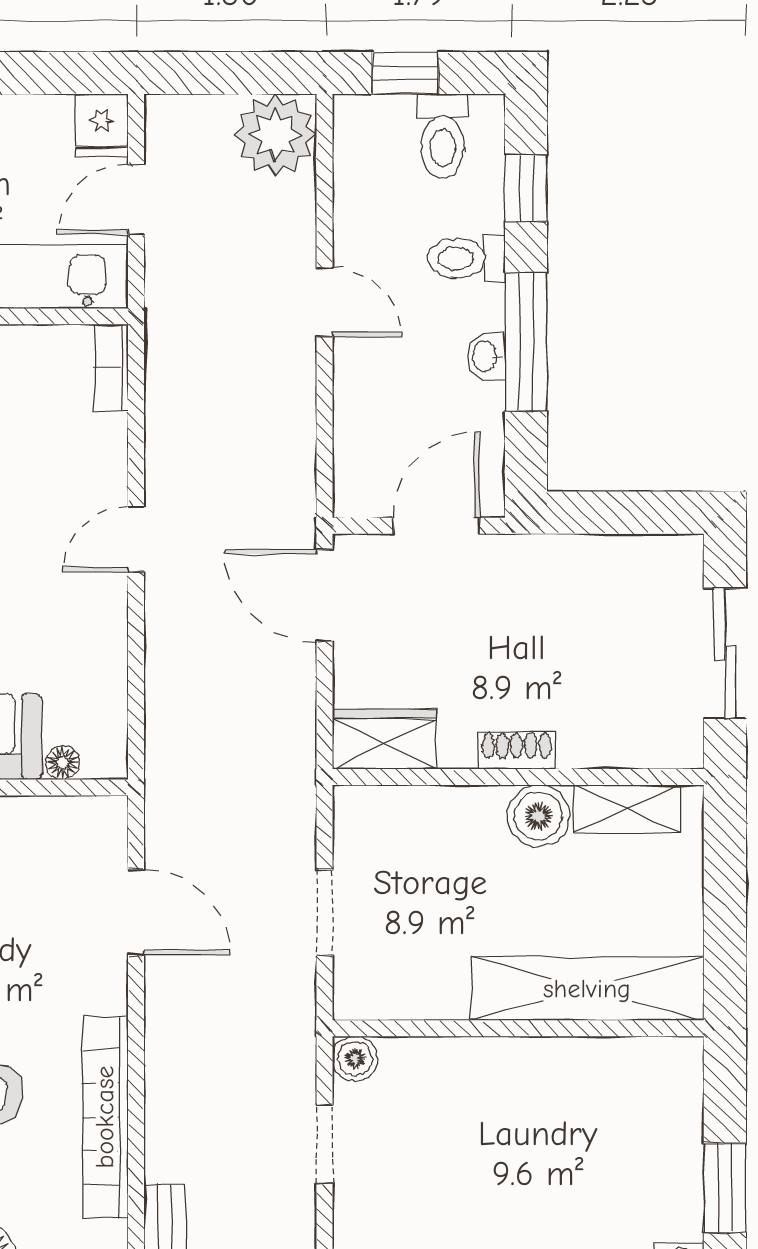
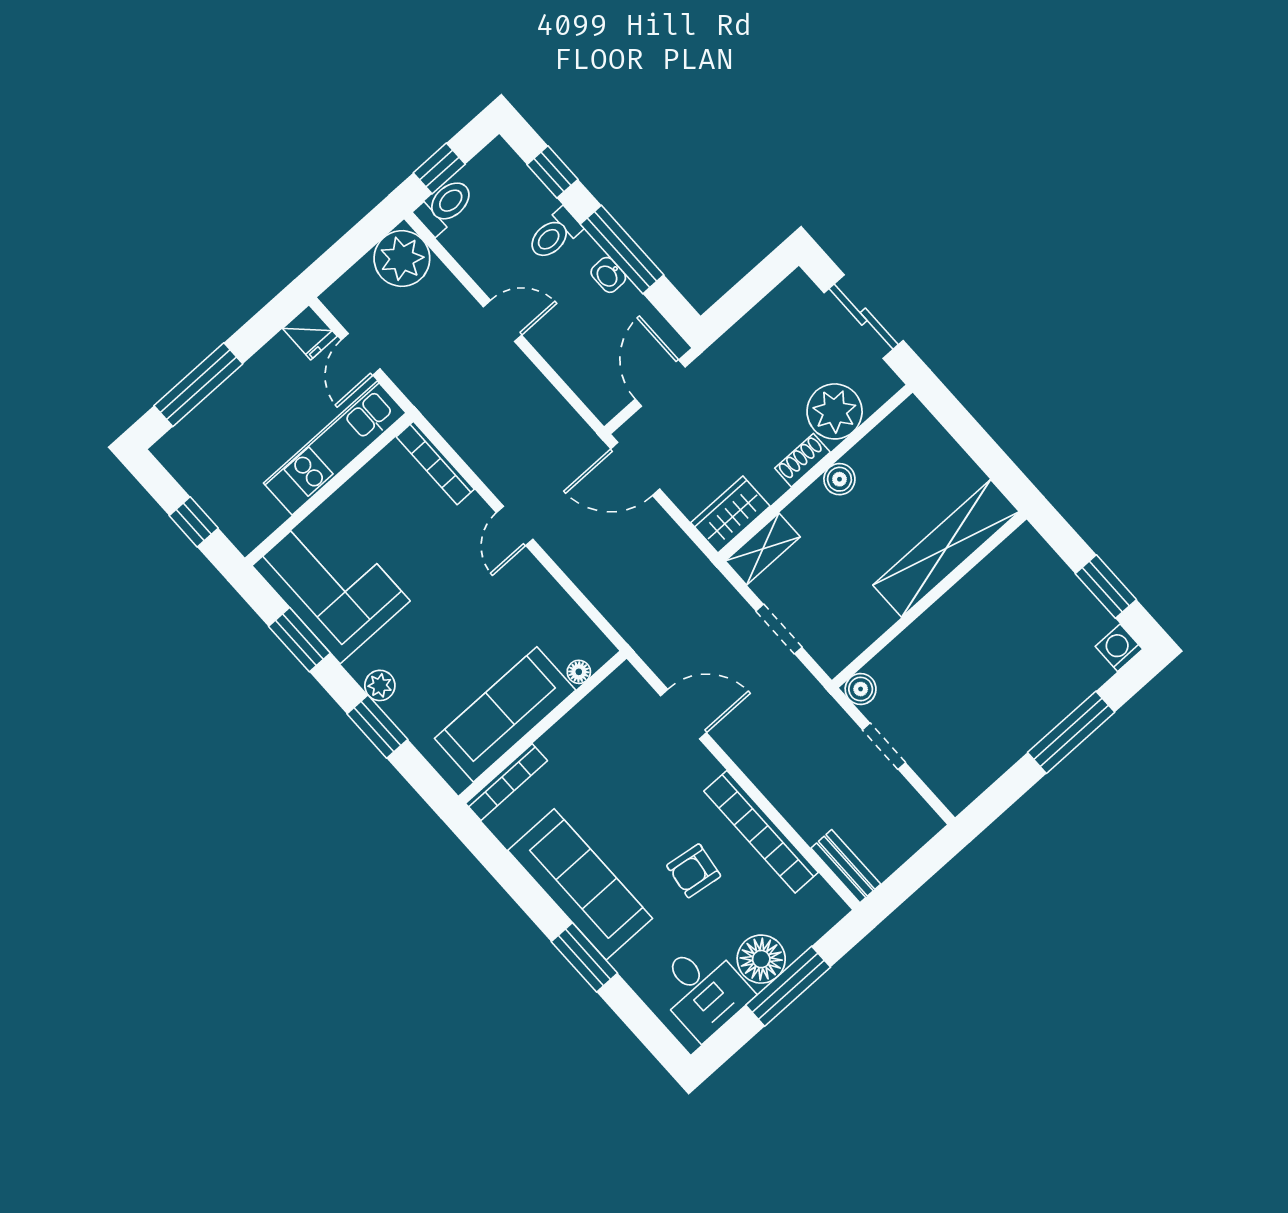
toilet: (442, 136) -> (445, 206), moved, turned -90
bookcase: (111, 368) -> (435, 463), width x1.56
plant: (600, 729) -> (835, 411), added
shelving: (627, 809) -> (763, 549), moved
boiler: (538, 816) -> (839, 479), width x0.73, depth x0.73

